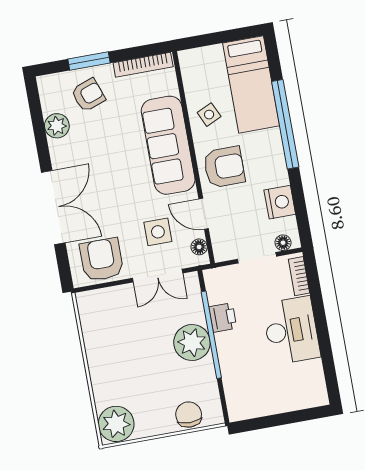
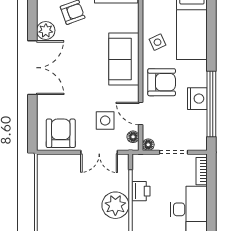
window: (285, 124) -> (211, 104), moved
sofa: (168, 145) -> (124, 59), width x0.73
nightstand: (280, 202) -> (197, 99), moved
double door: (53, 207) -> (32, 68), moved
floor lamp: (283, 243) -> (148, 145), moved

